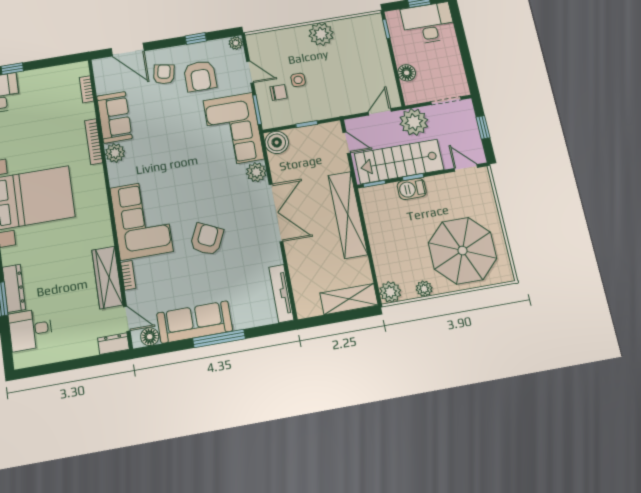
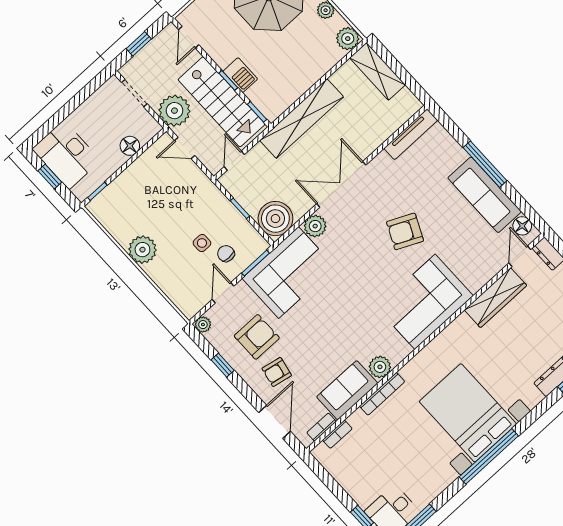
boiler: (277, 142) -> (275, 219), width x1.37, depth x1.37
bookcase: (128, 275) -> (322, 427), moved

